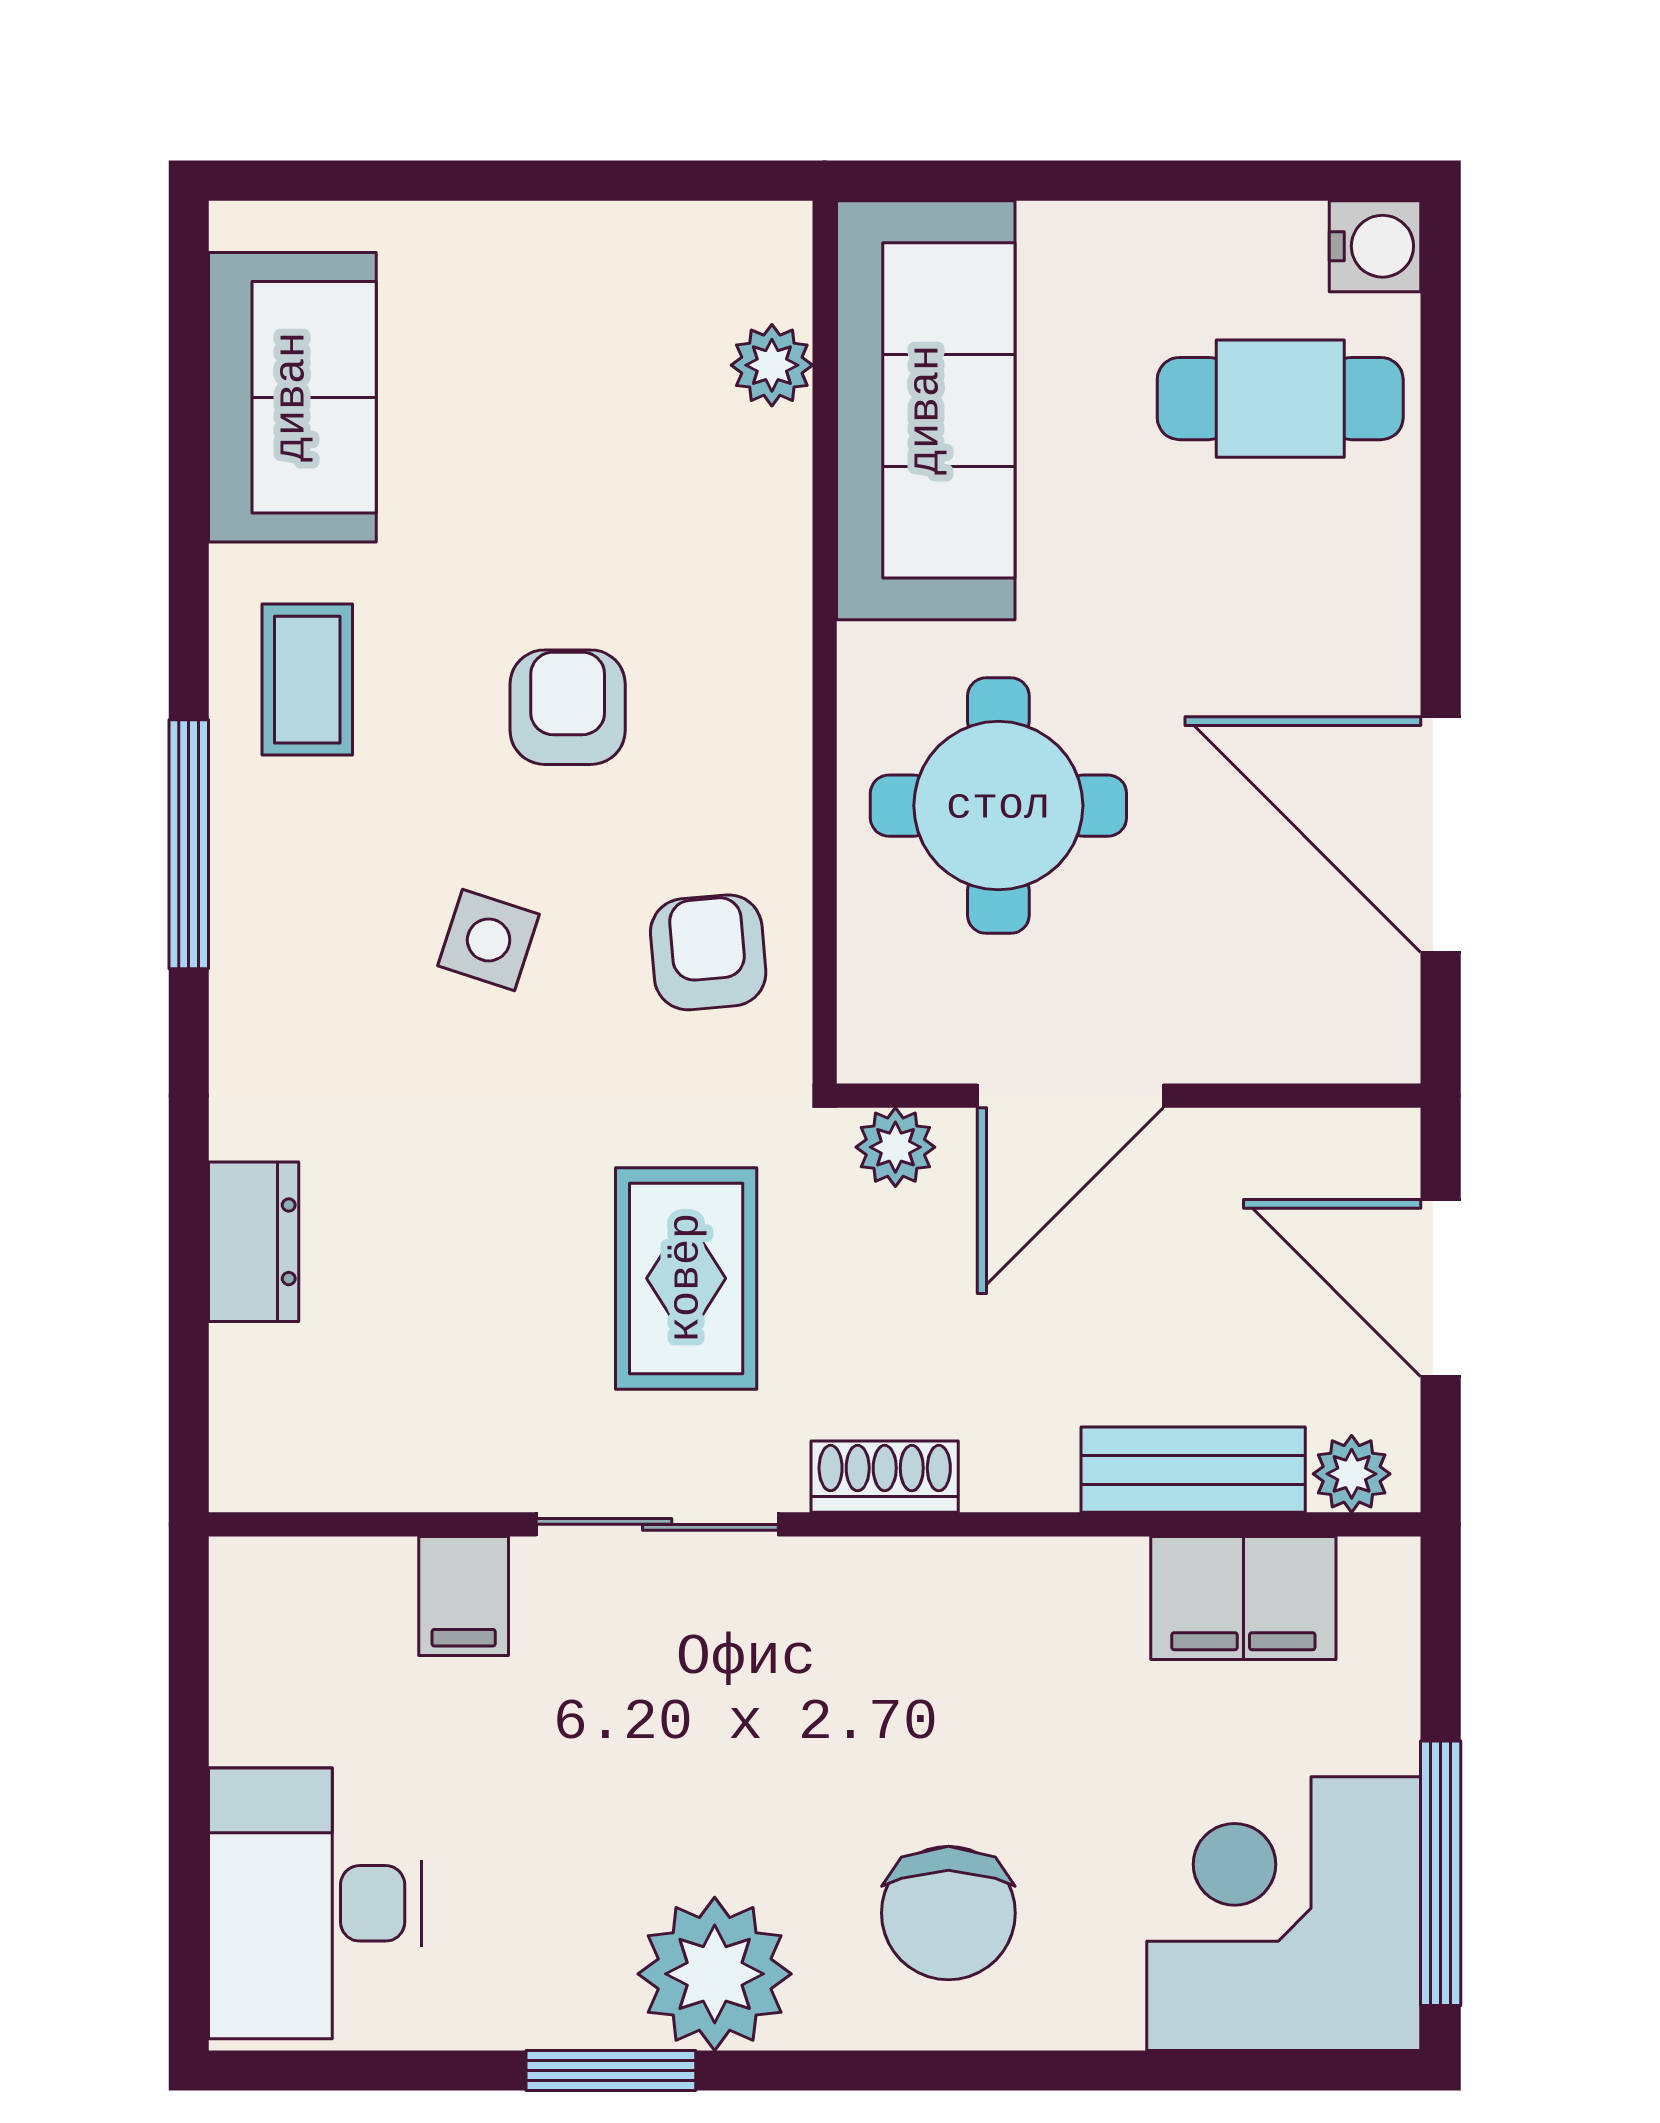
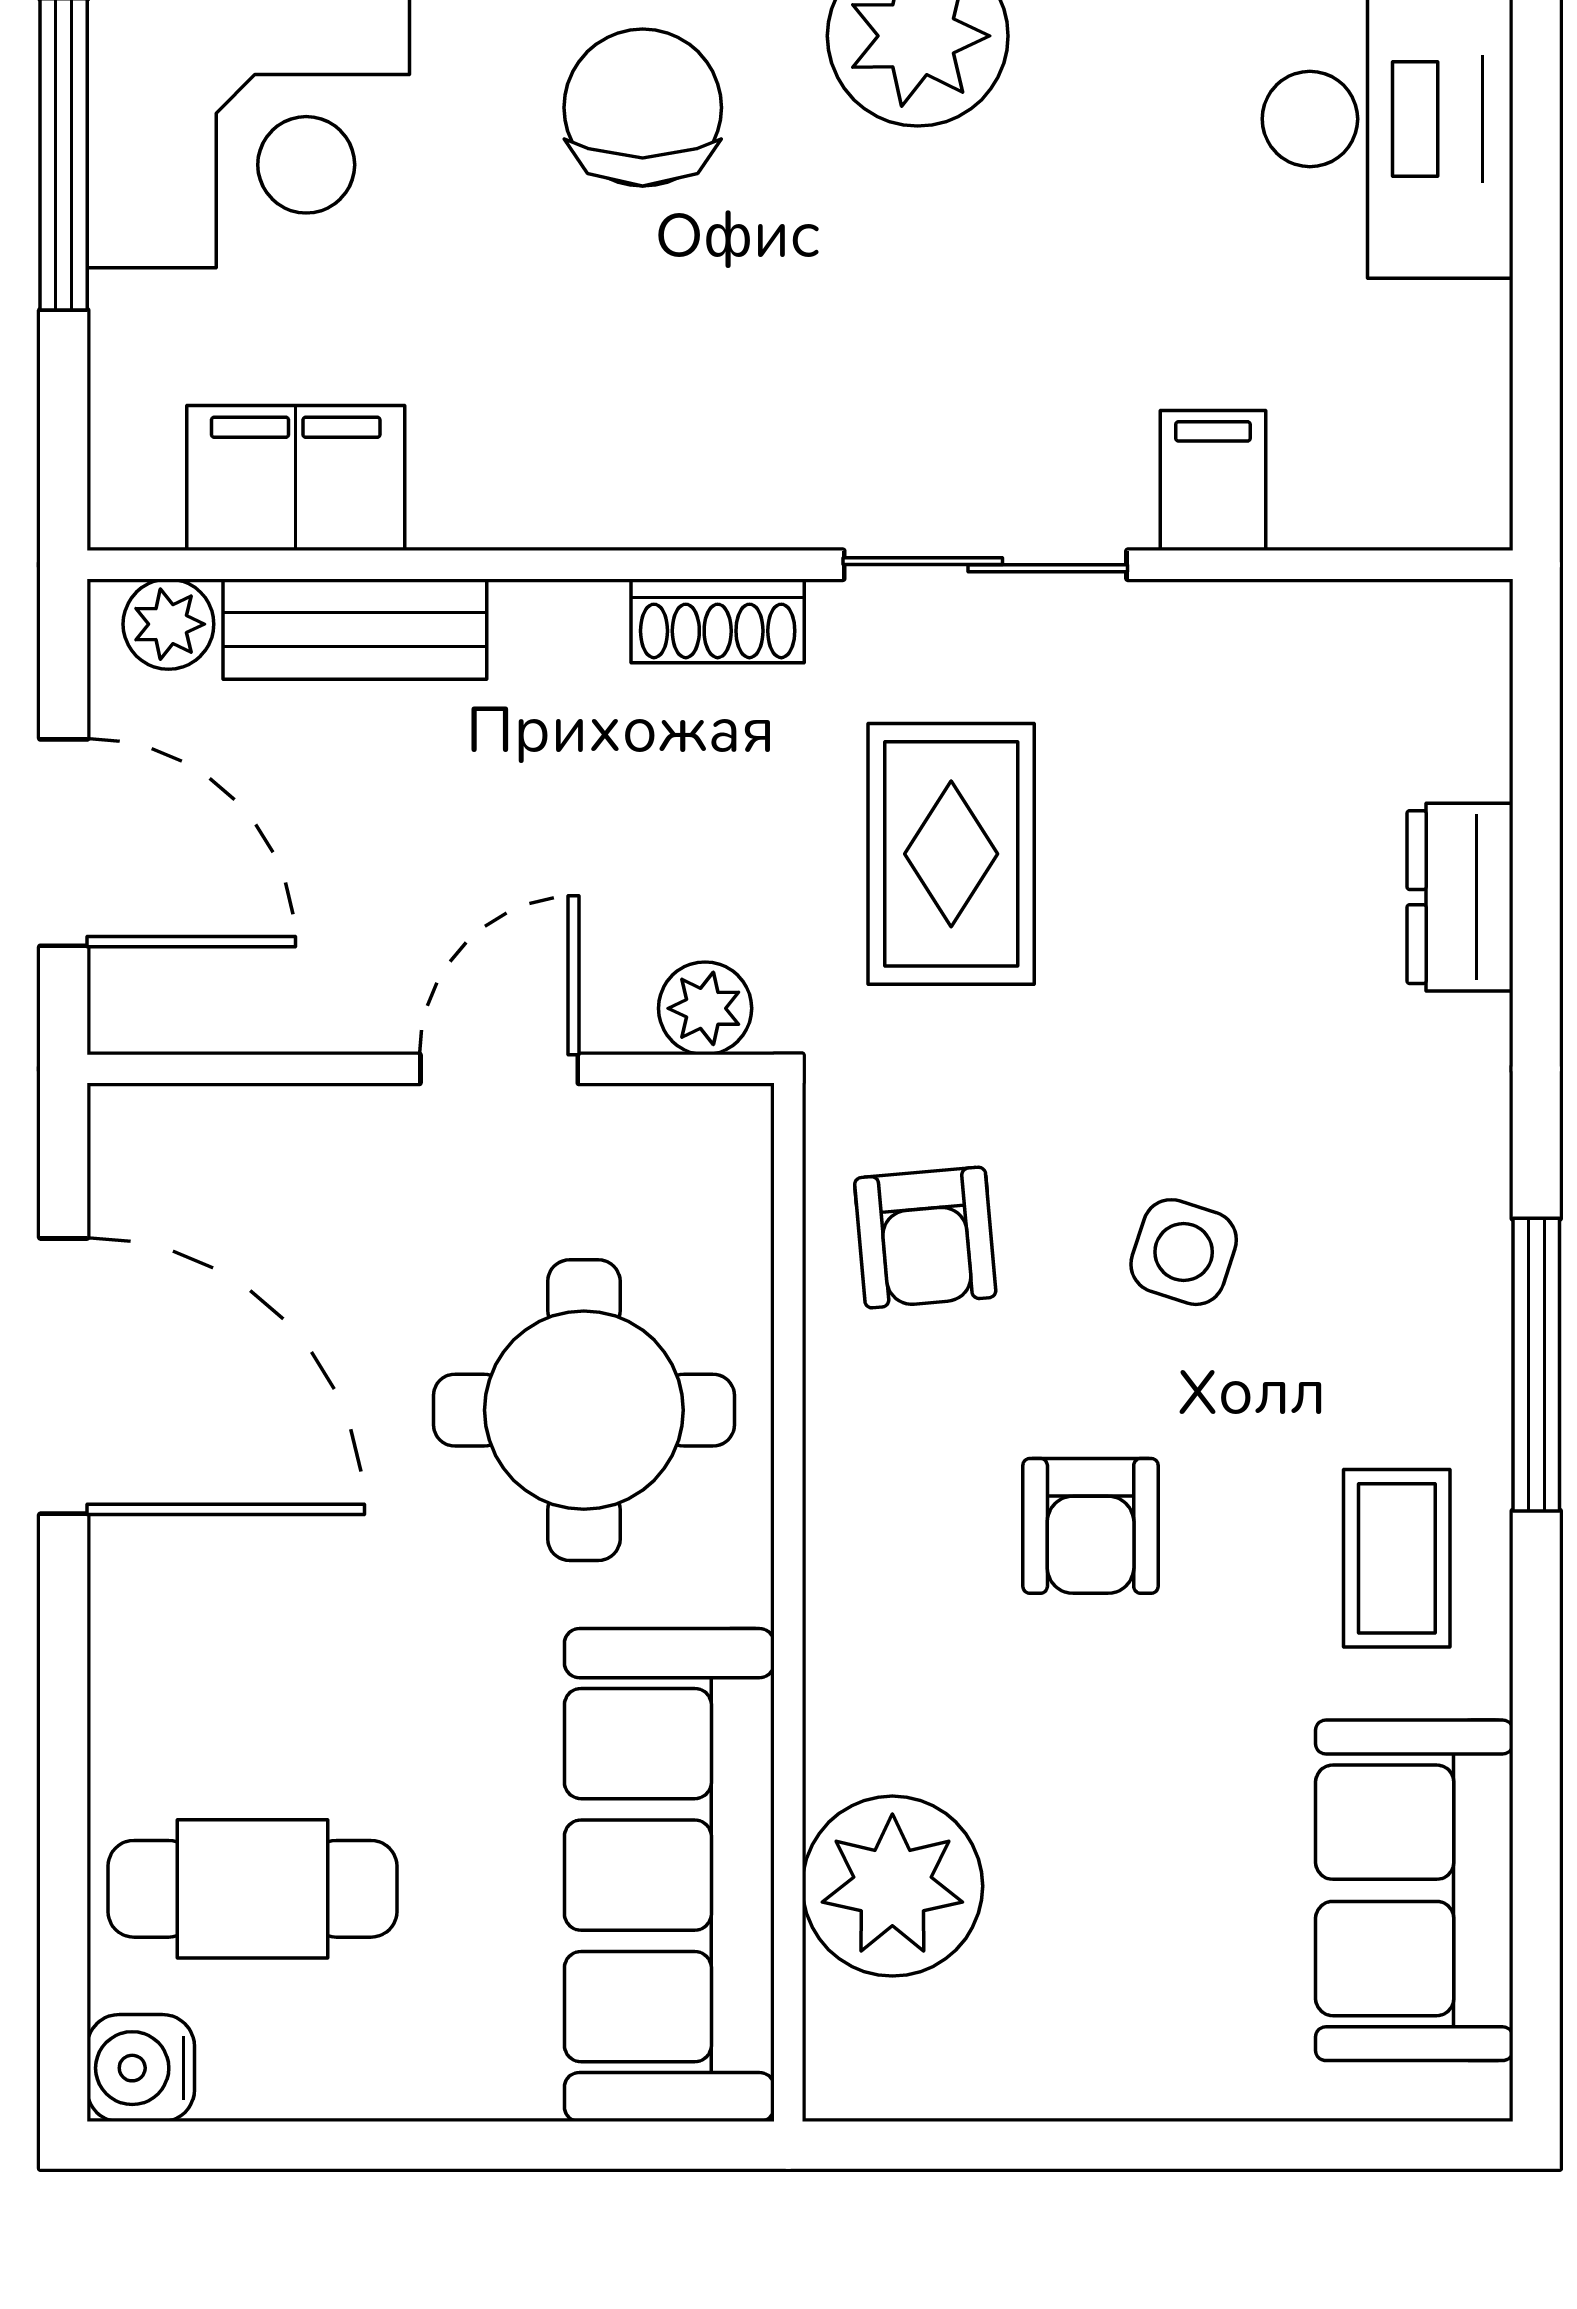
plant: (772, 365) -> (892, 1886), width x1.88, depth x1.88
door: (1070, 1096) -> (499, 1069), width x0.73

